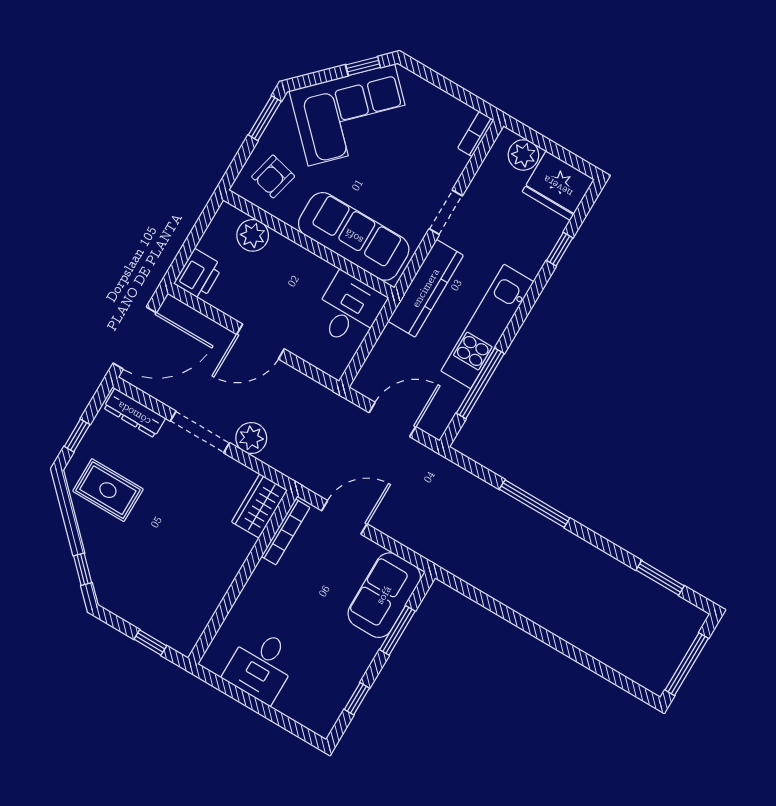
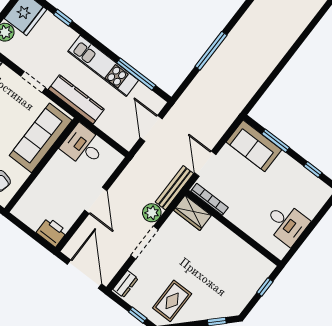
plant: (253, 235) -> (33, 197), removed
dresser: (134, 413) -> (125, 284), width x0.70
bench: (298, 471) -> (174, 188), added

